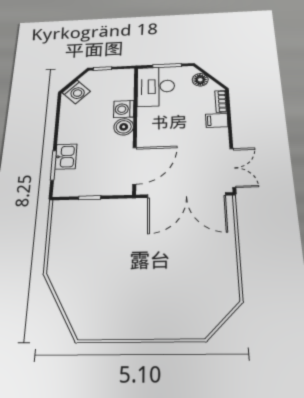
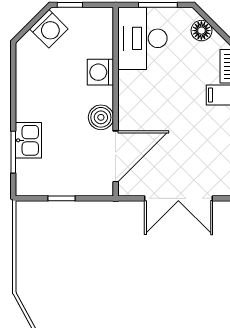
washing machine: (76, 92) -> (49, 29), moved
boiler: (124, 127) -> (101, 117), moved
double door: (186, 195) -> (178, 198), width x0.73

